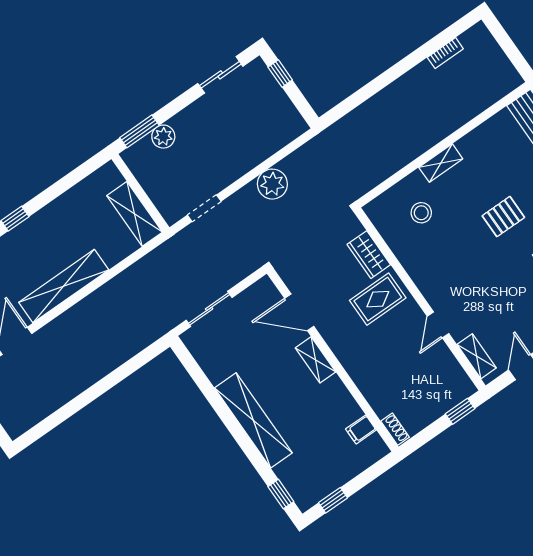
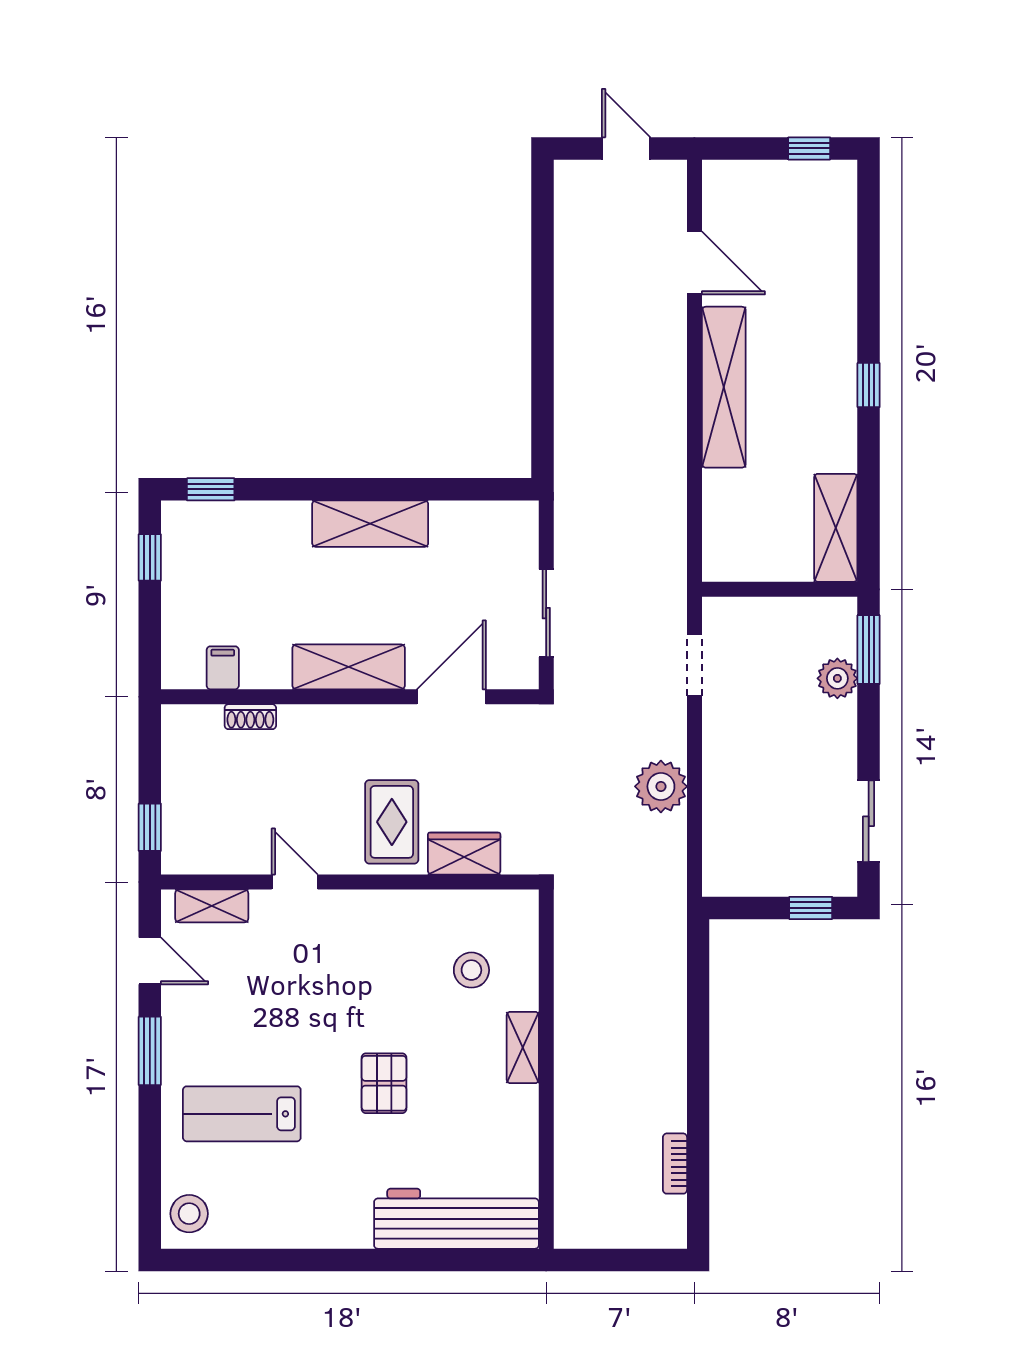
shelving: (135, 214) -> (836, 528), moved, turned 90
sliding door: (209, 309) -> (546, 613), moved
shelving: (315, 360) -> (349, 667), width x1.50, depth x1.33
shelving: (253, 420) -> (370, 524), width x0.68
shoe rack: (395, 429) -> (250, 717), moved

